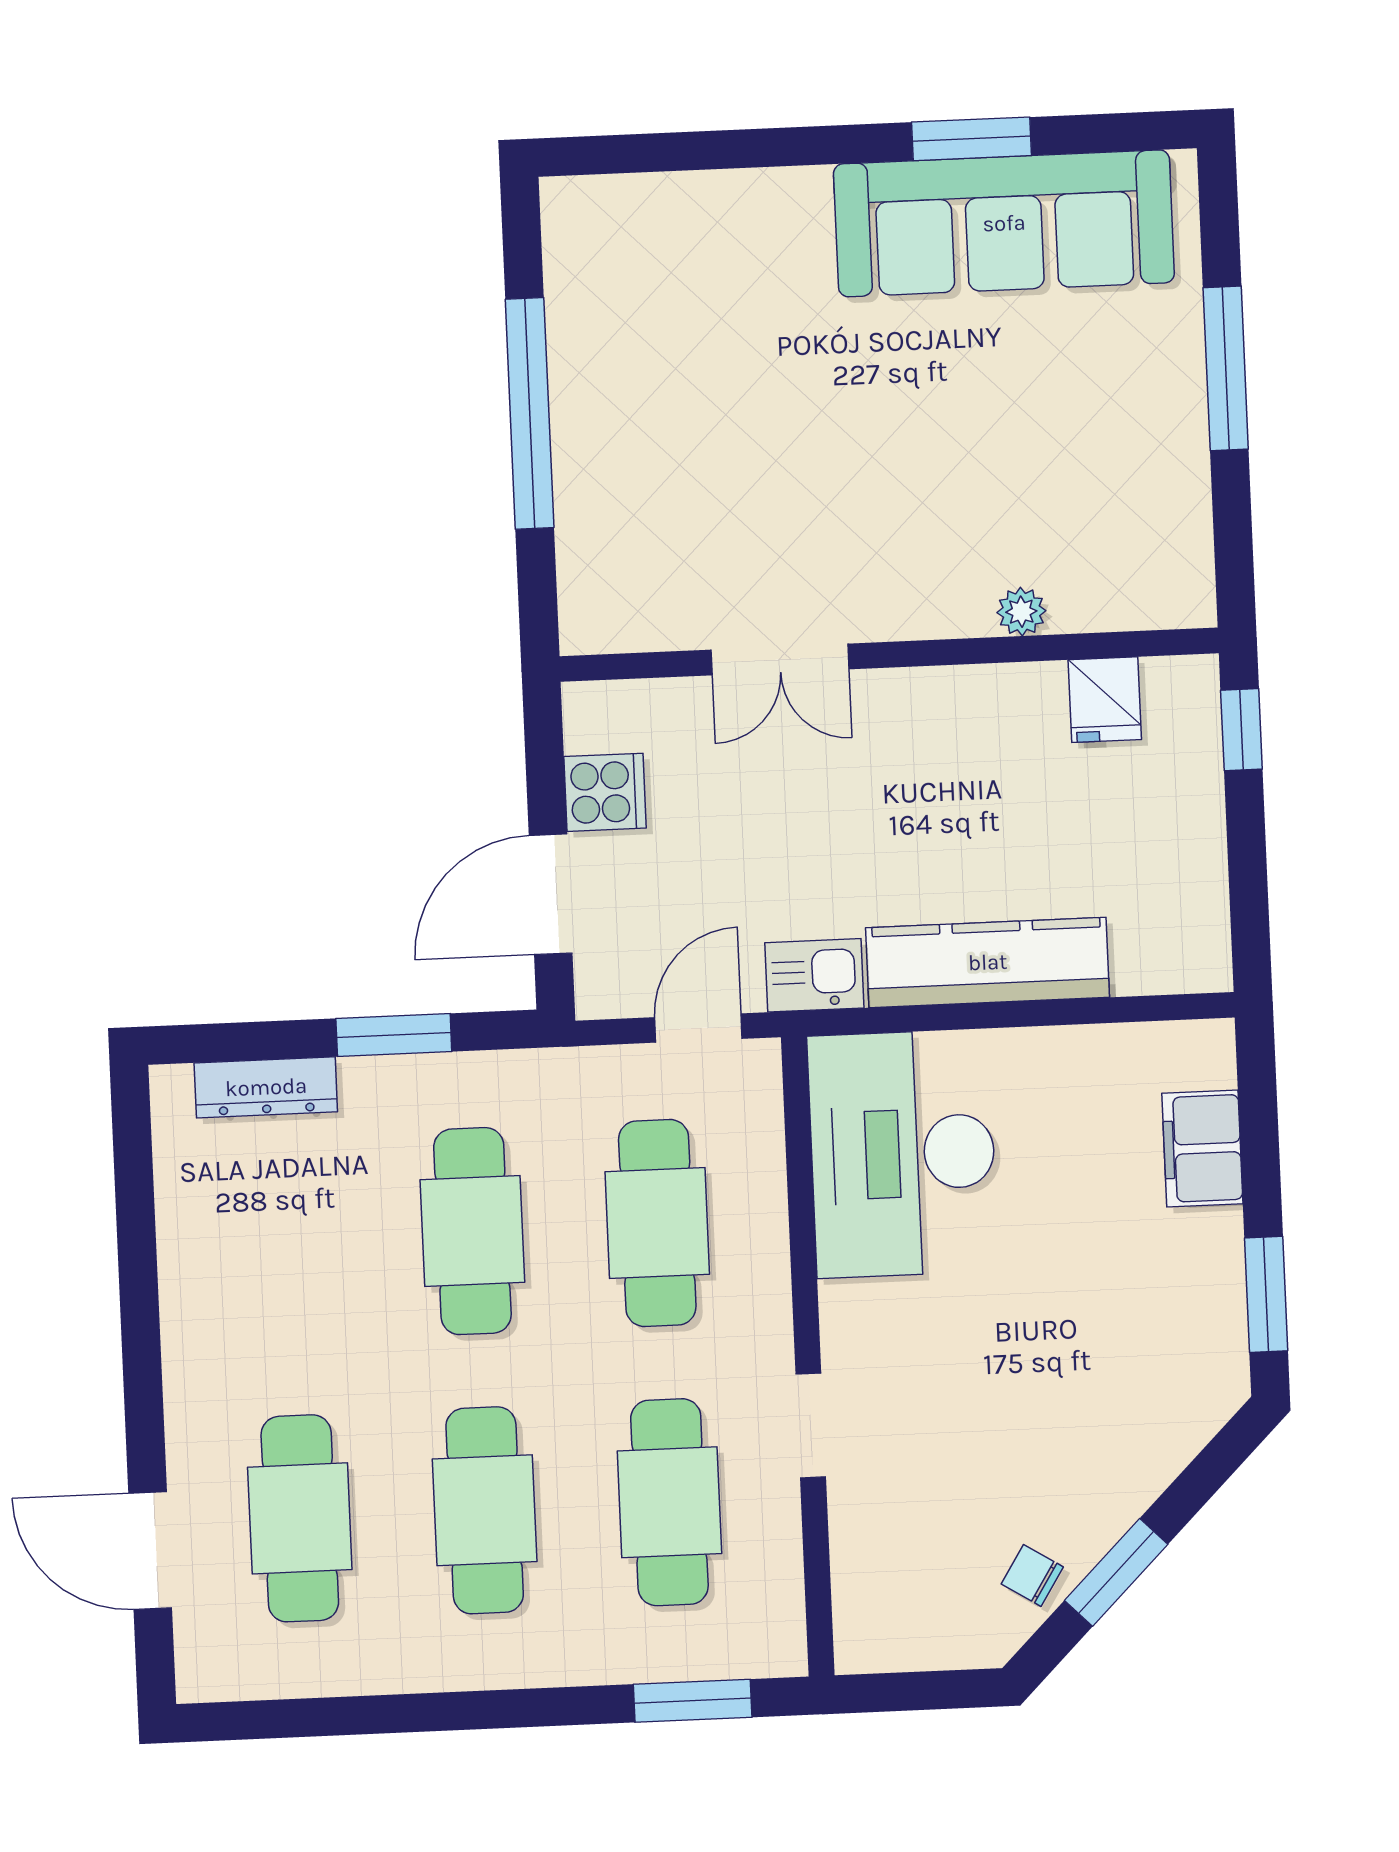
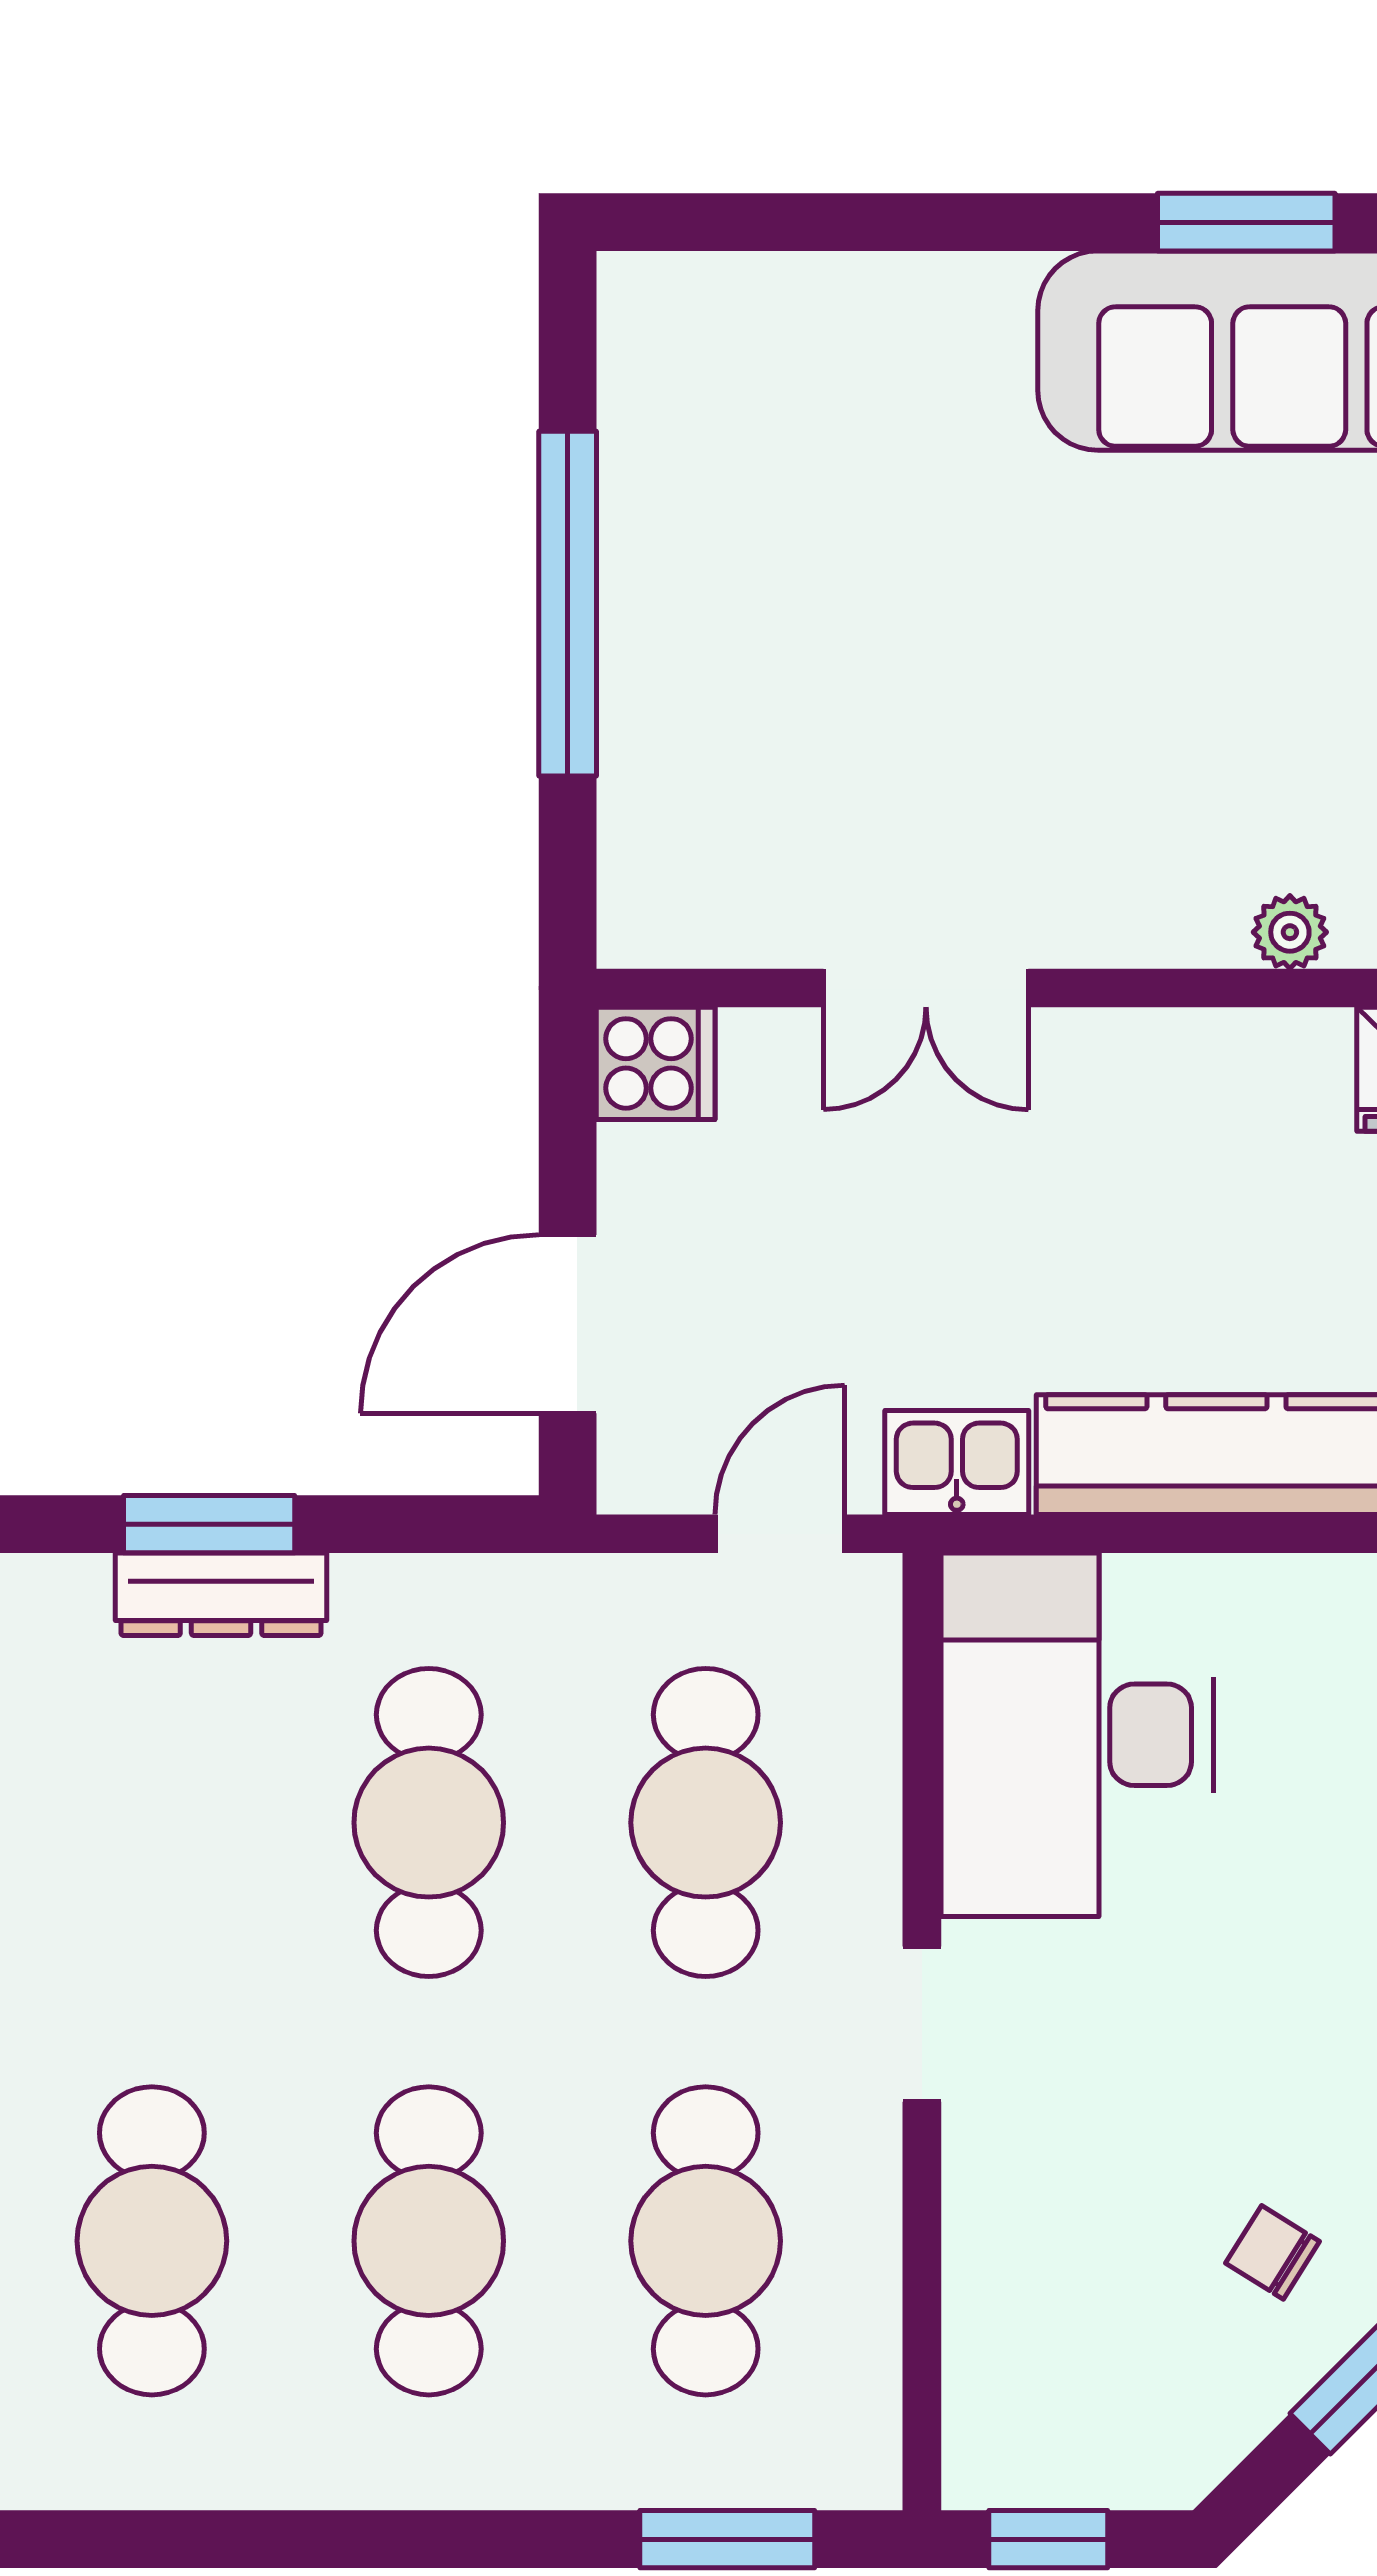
cooker: (605, 792) -> (656, 1063), moved
window: (394, 1035) -> (209, 1524), moved
dresser: (266, 1087) -> (221, 1594), moved
doorway: (811, 1426) -> (922, 2024), moved
chair: (1032, 1575) -> (1273, 2252), moved
window: (907, 1691) -> (1048, 2539), added

